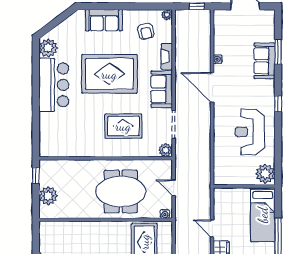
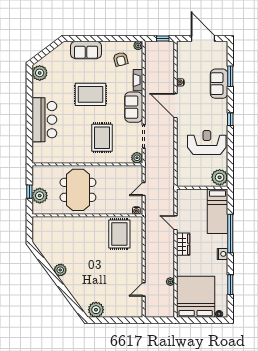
rug: (109, 74) -> (90, 94), width x0.73, depth x0.69
bar counter: (54, 85) -> (44, 120), moved
rug: (123, 126) -> (102, 138), turned 90
reception desk: (250, 132) -> (207, 142), turned 90
window: (36, 175) -> (29, 192), moved
door: (174, 188) -> (144, 189), hinge flipped
meeting table: (121, 192) -> (78, 190), moved, turned 90

